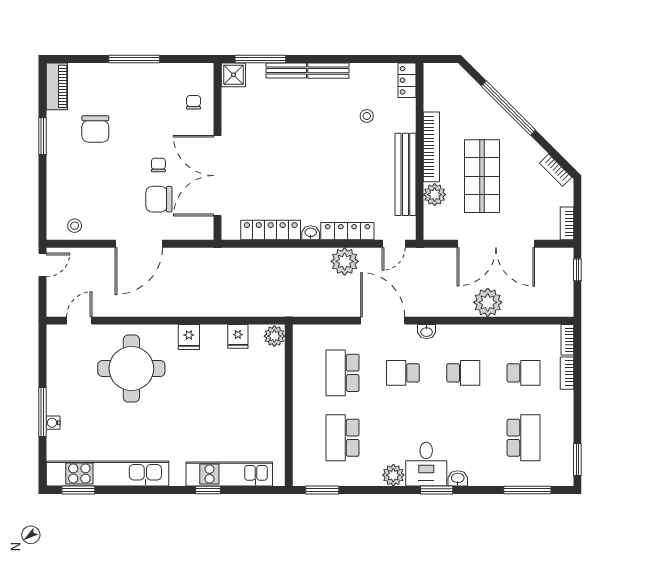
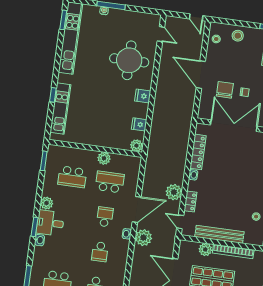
stool: (64, 190) -> (238, 36), added
locker: (347, 231) -> (191, 201), width x0.66
plant: (488, 302) -> (143, 238), moved
plant: (304, 388) -> (104, 158), added
school desk: (343, 438) -> (72, 177), turned 180

